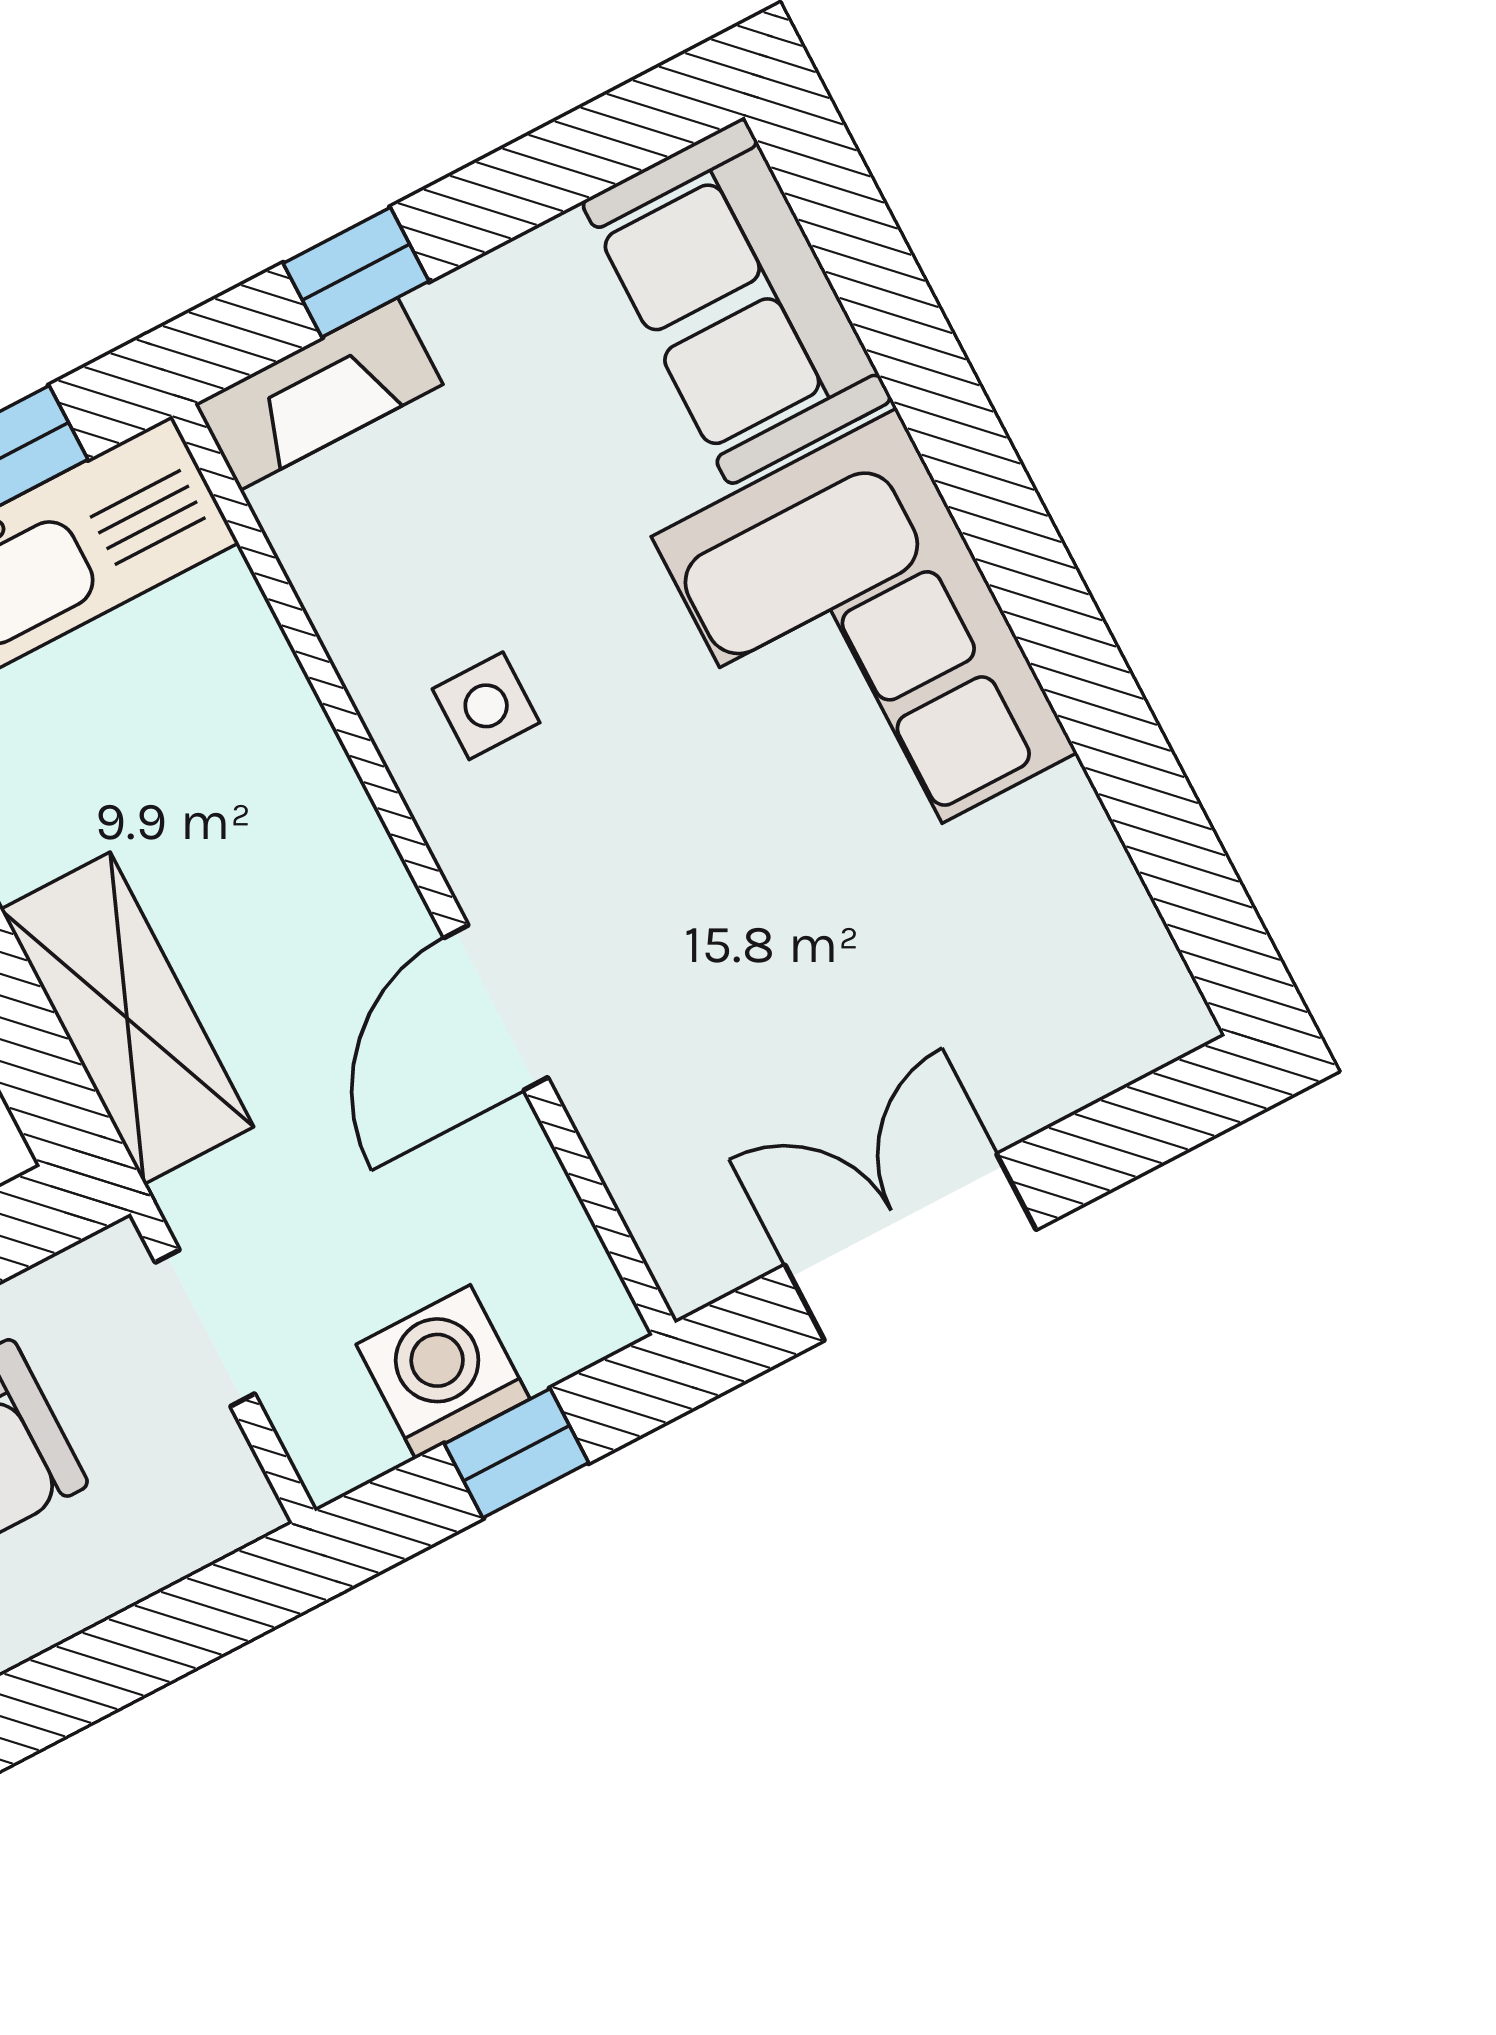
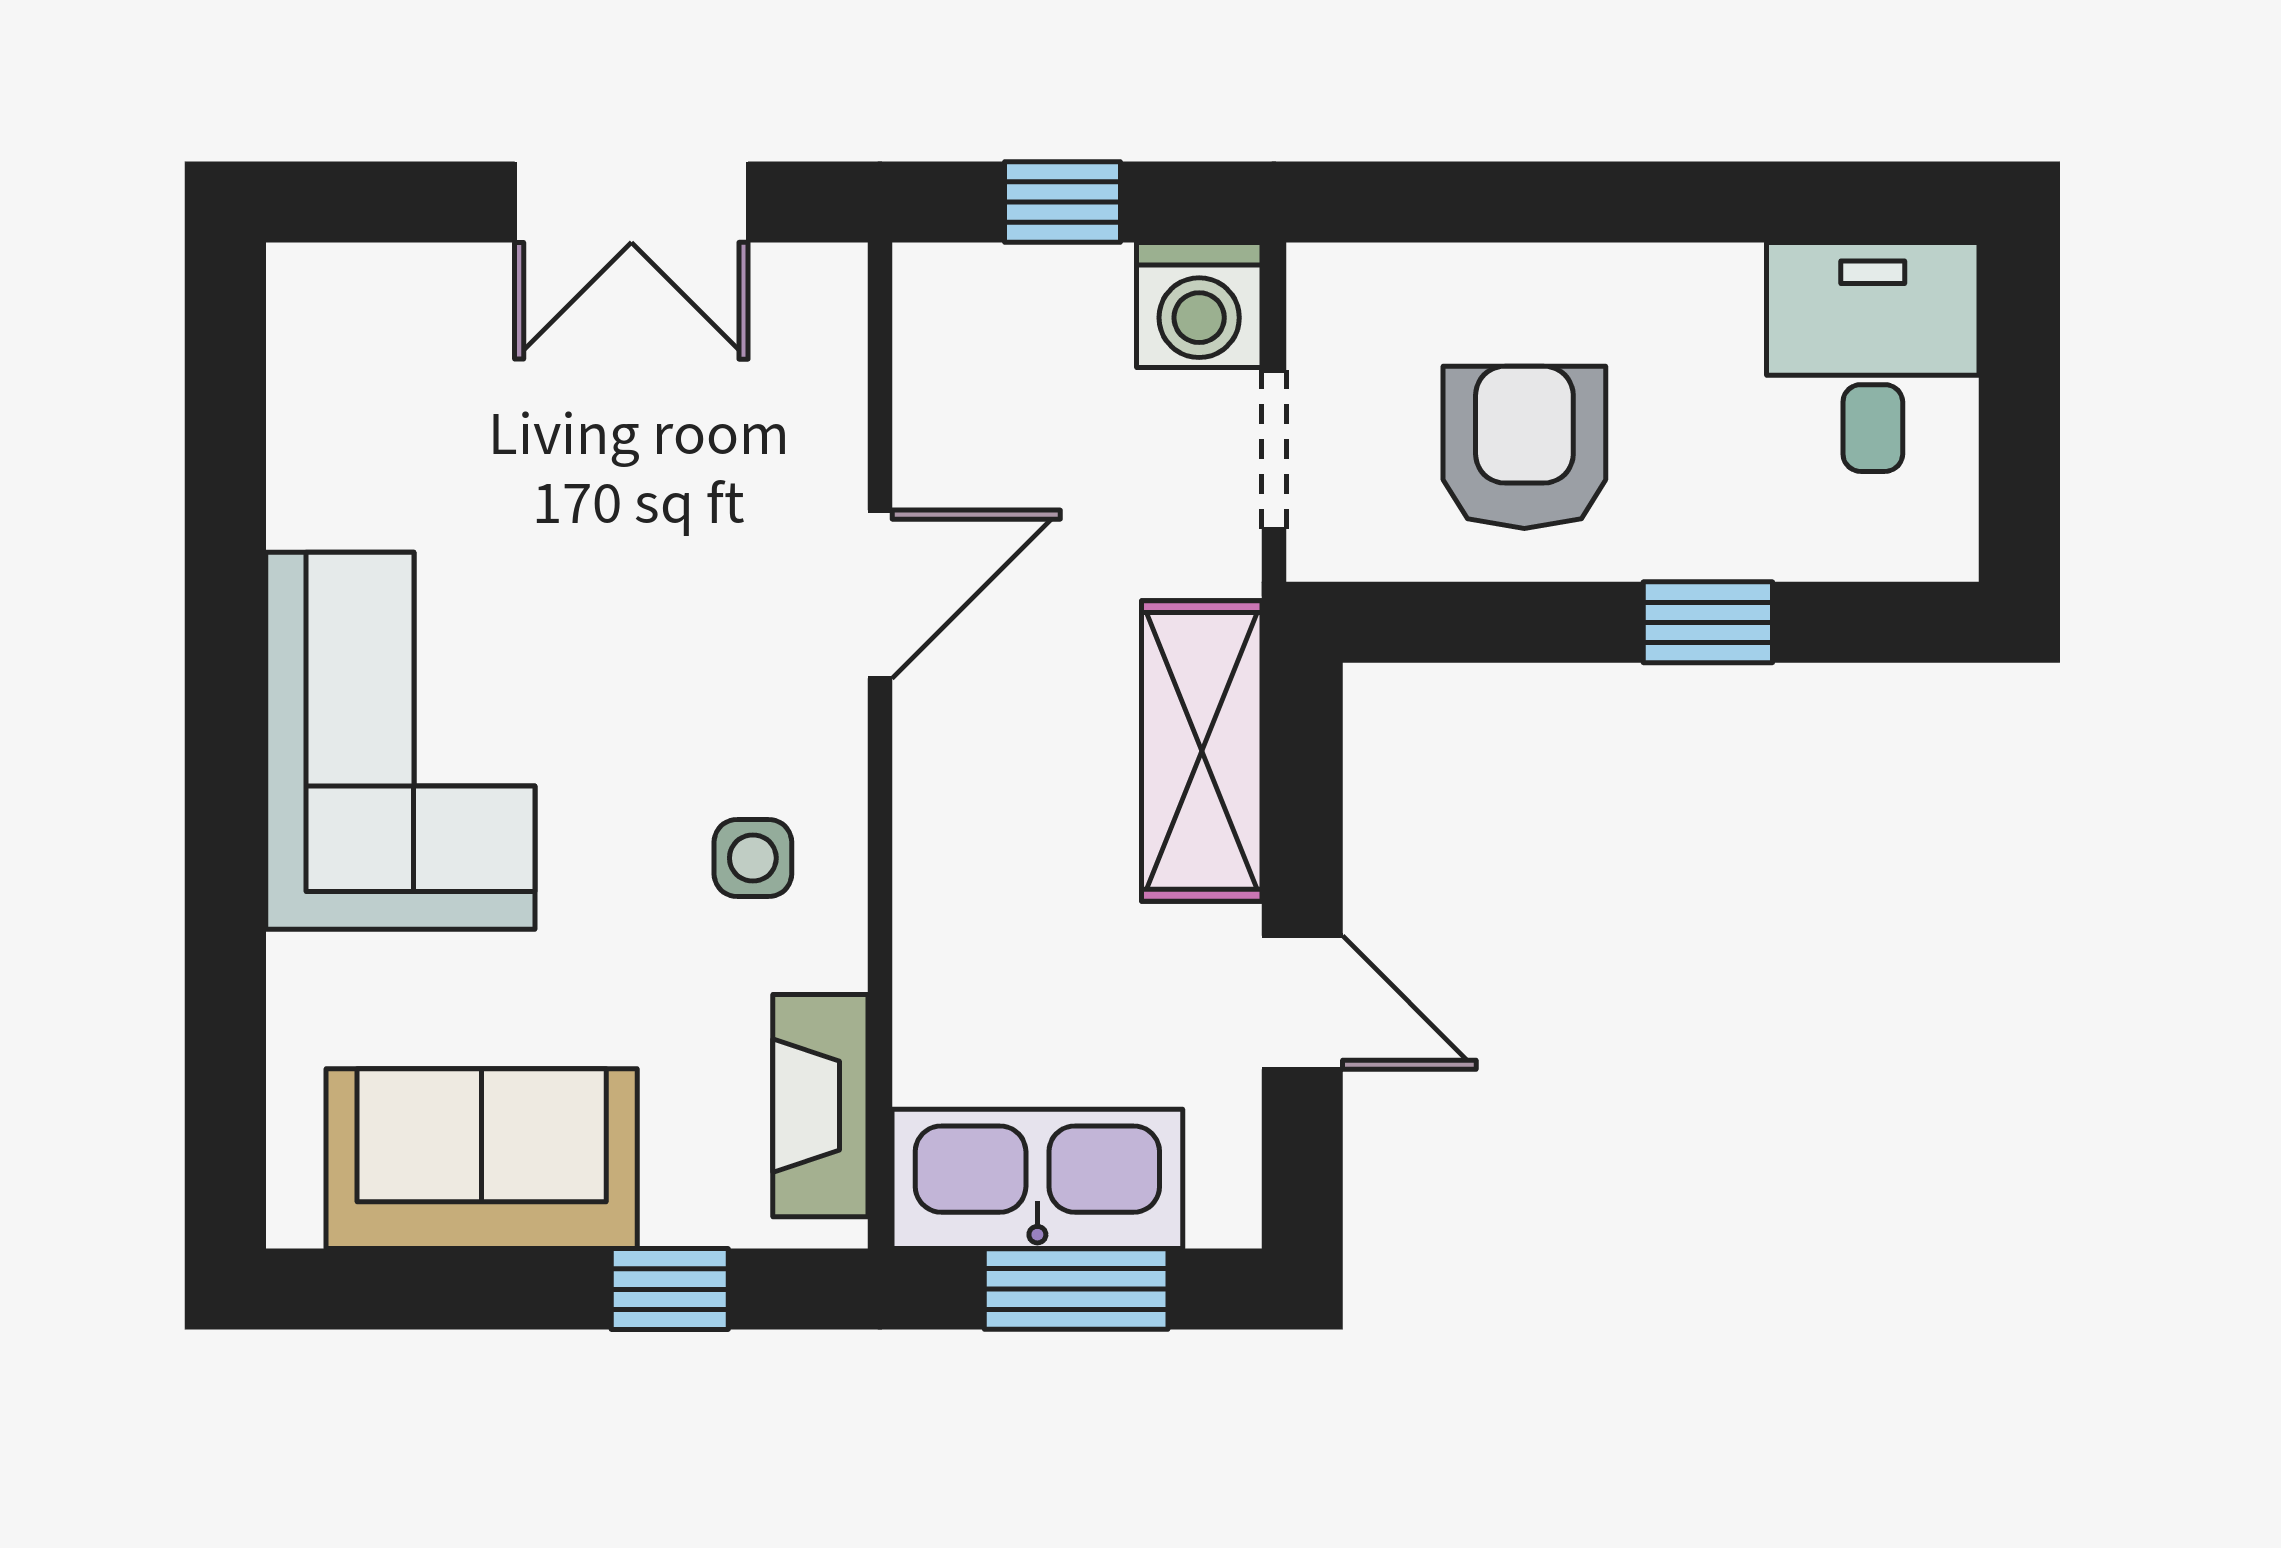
sofa: (737, 301) -> (482, 1159), moved, turned -90
fireplace: (319, 394) -> (820, 1106), moved, turned -90
washing machine: (443, 1372) -> (1199, 305), moved

